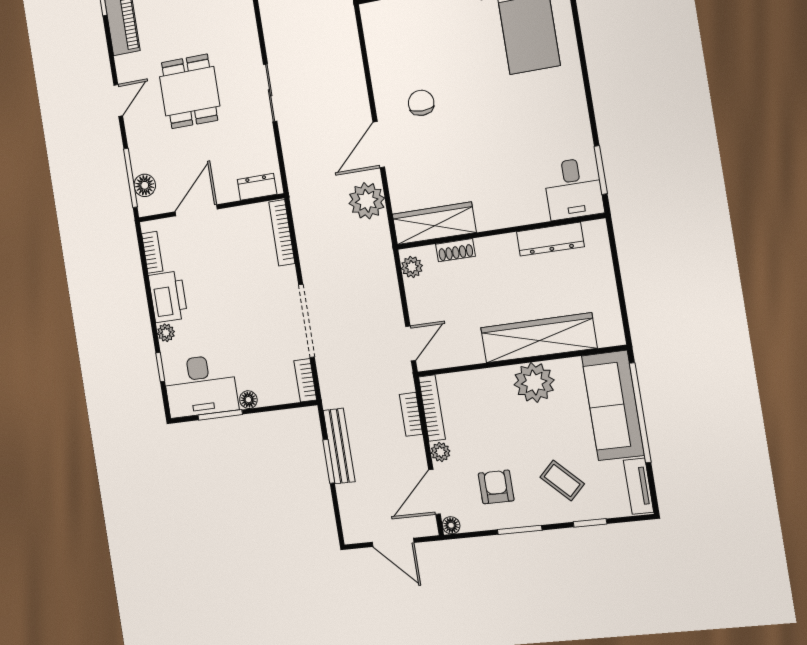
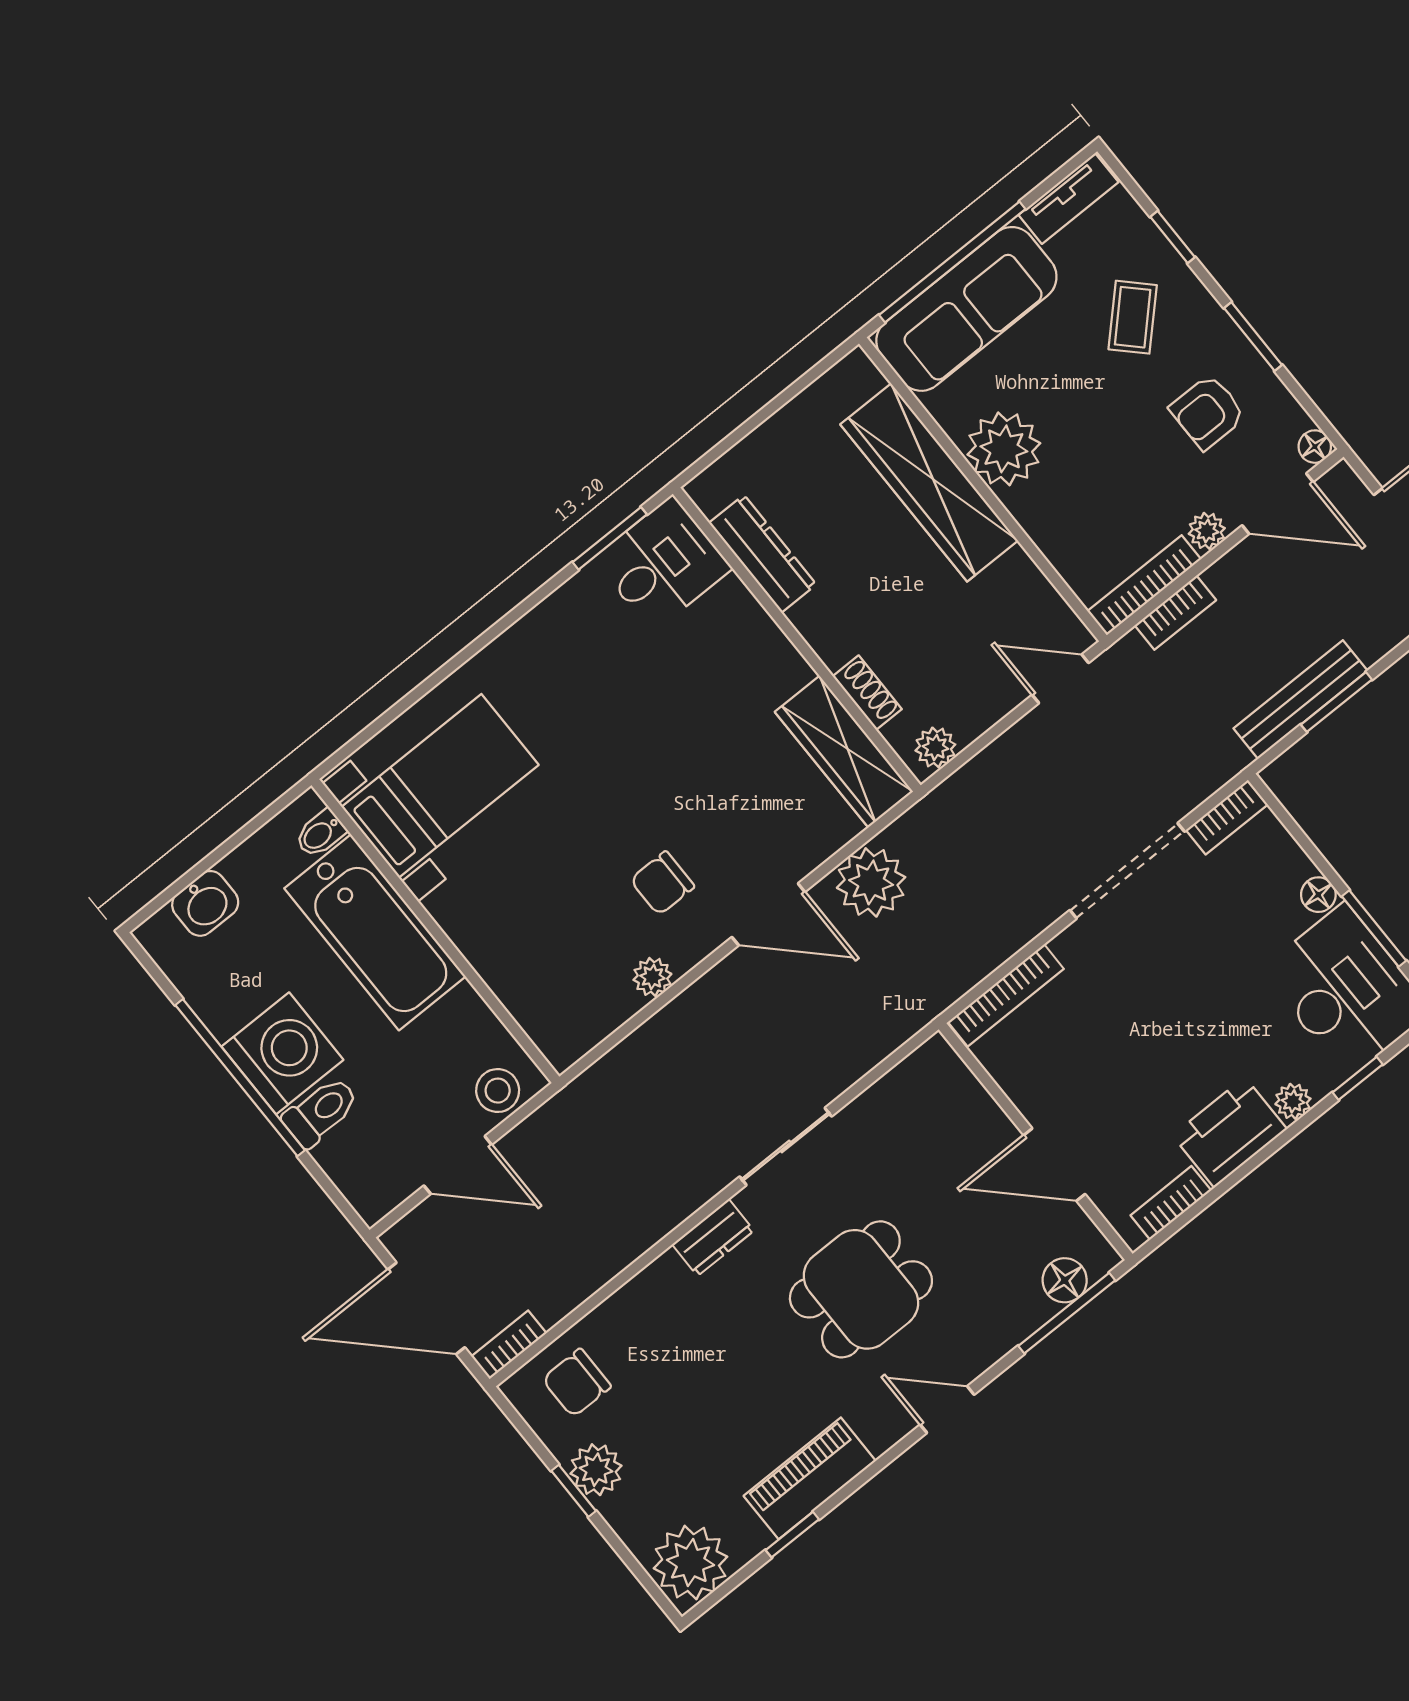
plant: (380, 74) -> (652, 977), added
dresser: (257, 187) -> (713, 1237), moved, turned -90

